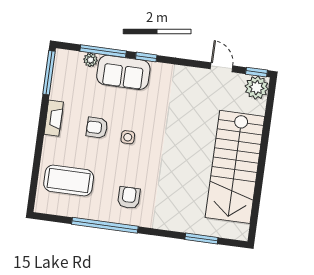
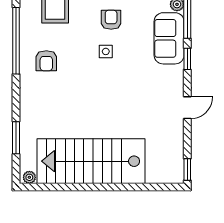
door: (222, 67) -> (187, 108), moved
plant: (257, 88) -> (29, 177), moved, width x0.53, depth x0.53
armchair: (129, 198) -> (46, 61), turned 90

